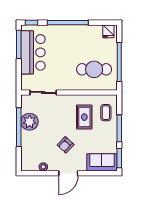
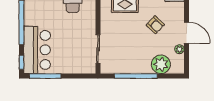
bar counter: (33, 52) -> (37, 50), moved, turned 90
plant: (30, 122) -> (161, 64), moved
door: (68, 173) -> (186, 33), moved

